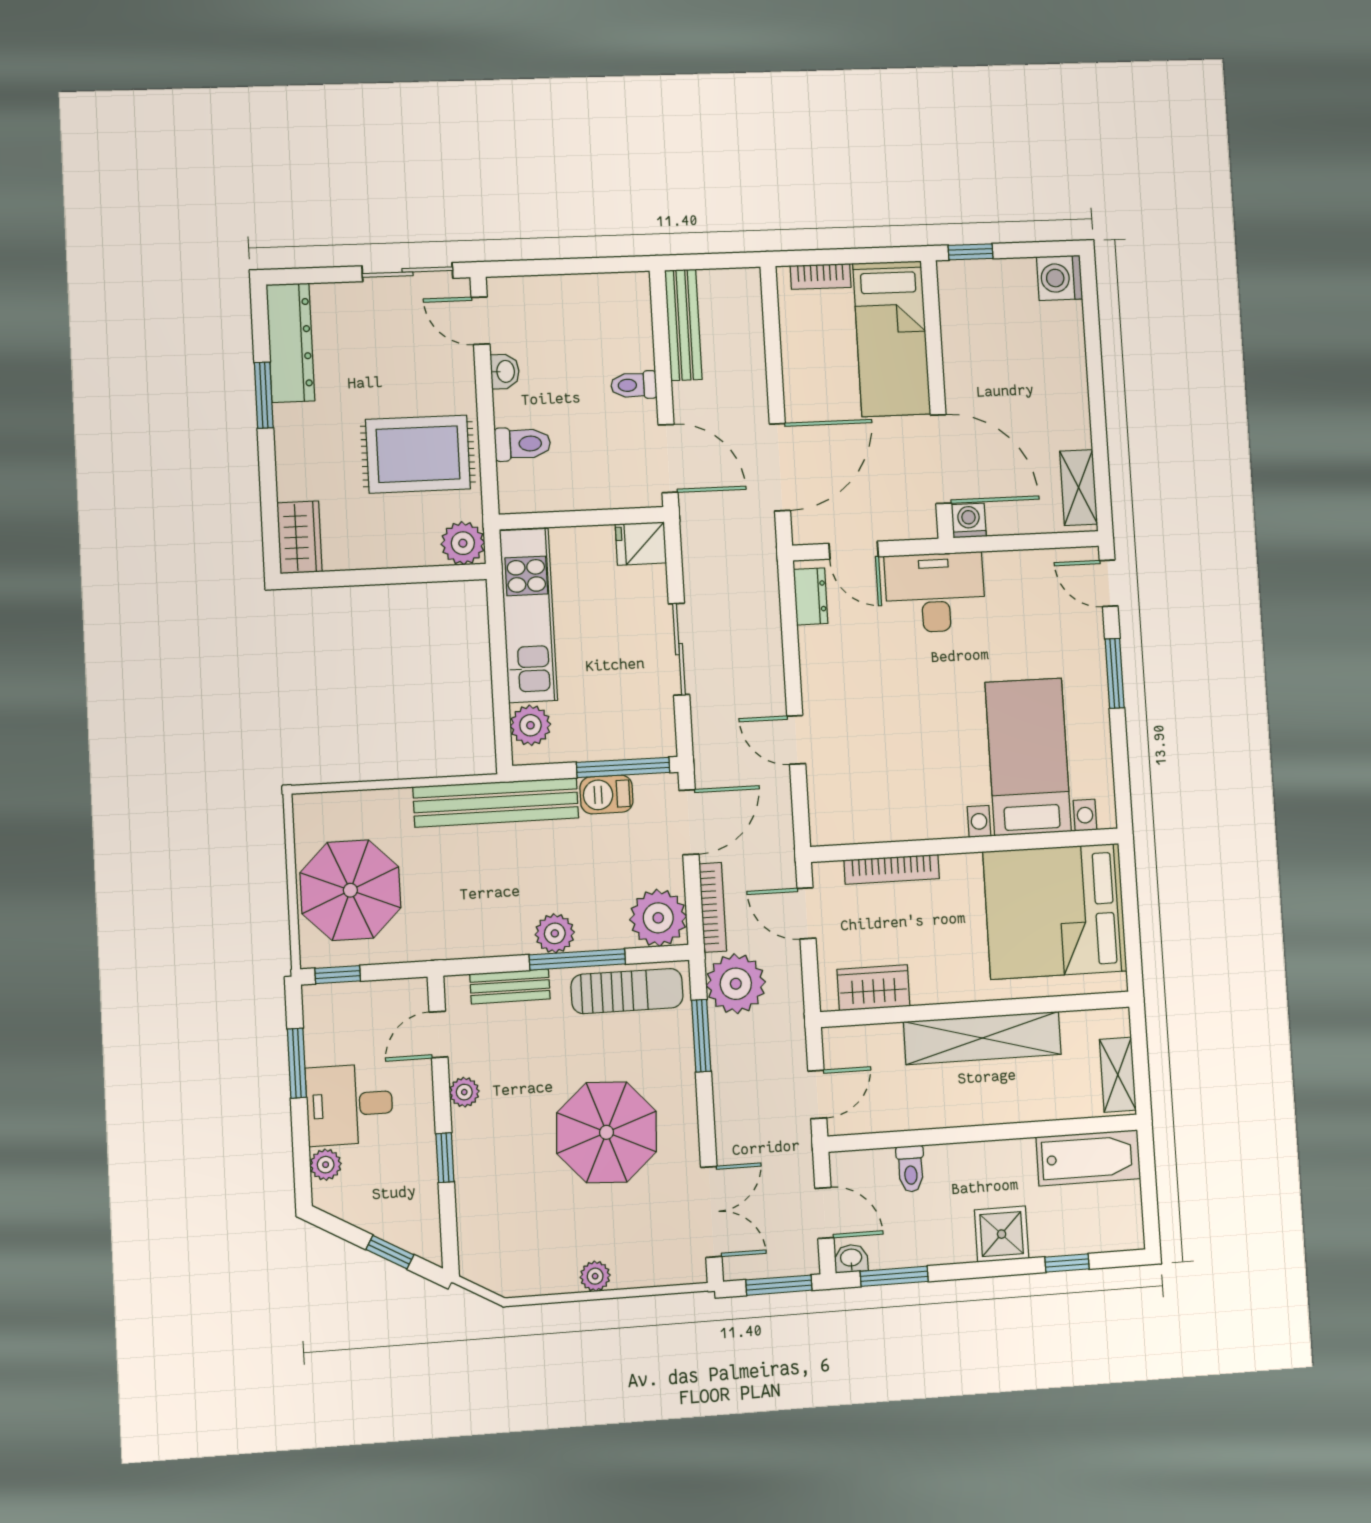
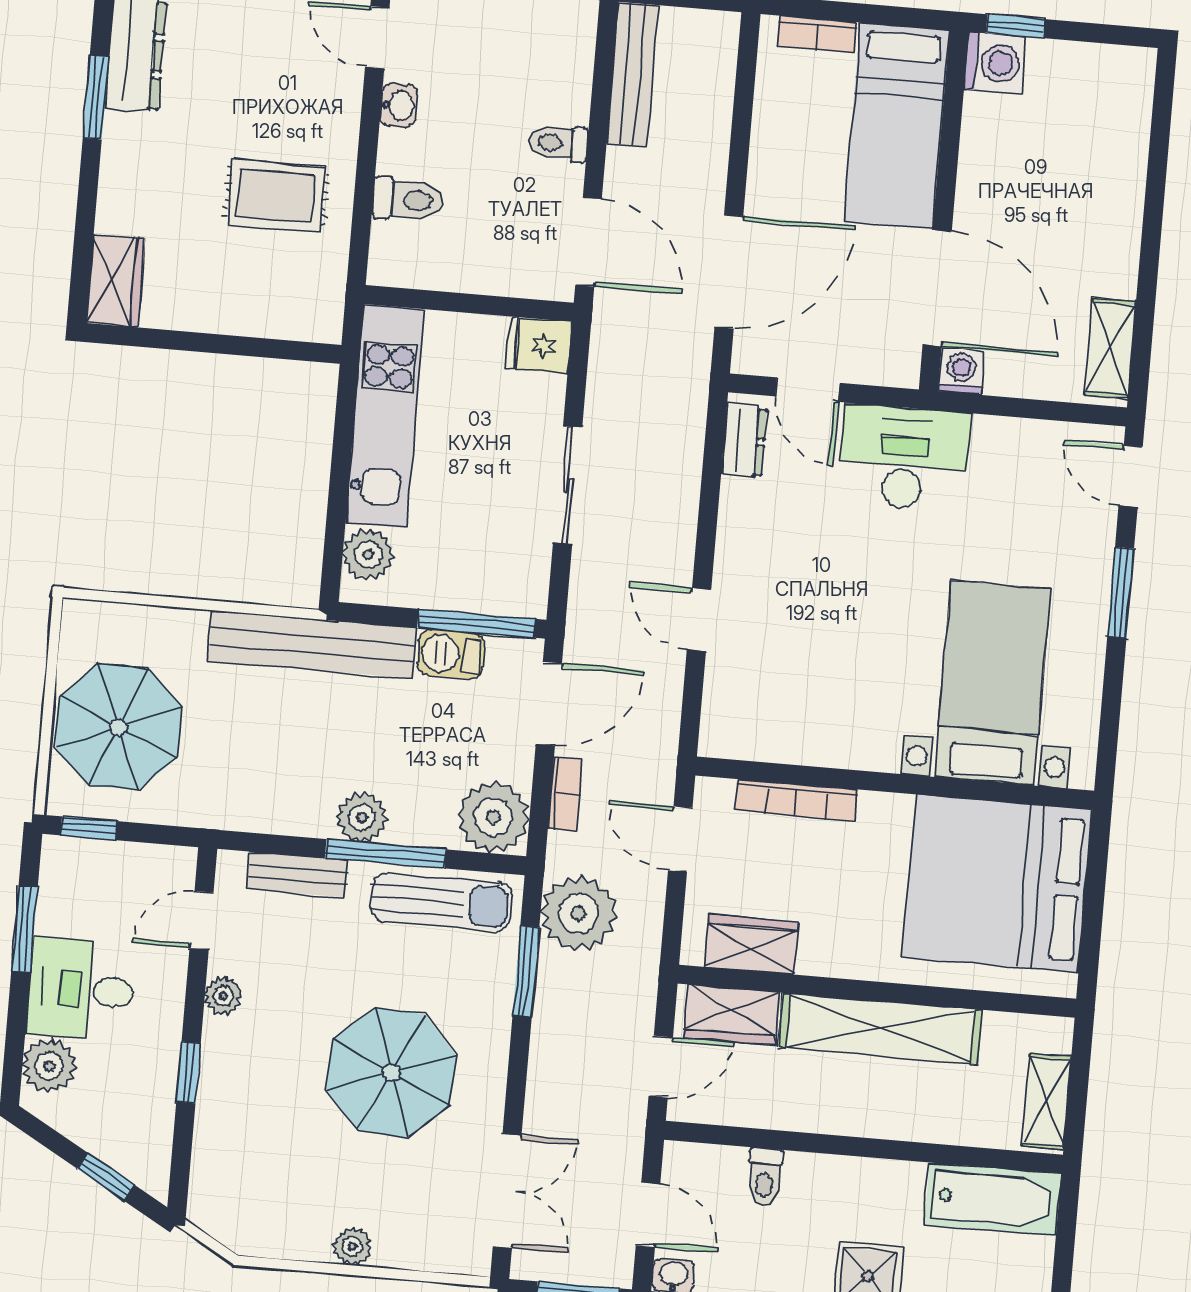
washing machine: (1060, 278) -> (995, 63), moved, turned 180
rug: (418, 454) -> (276, 196), width x0.73, depth x0.70
plant: (463, 543) -> (316, 315), removed
bookcase: (713, 907) -> (565, 794), width x0.64
wardrobe: (866, 1045) -> (731, 1015), added
plant: (326, 1165) -> (49, 1066), width x1.38, depth x1.38

